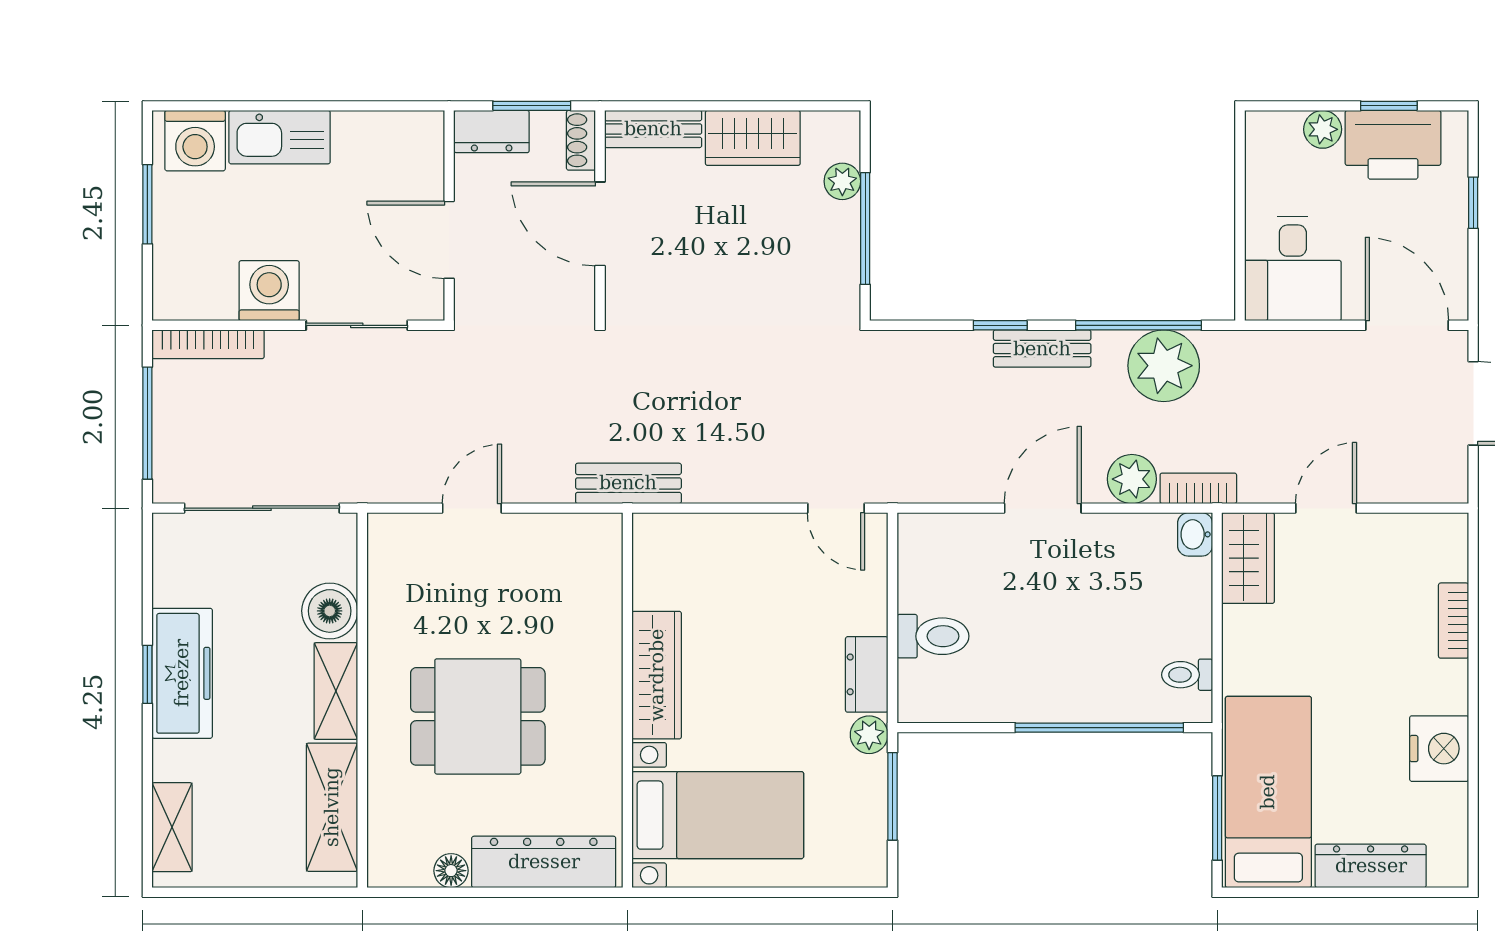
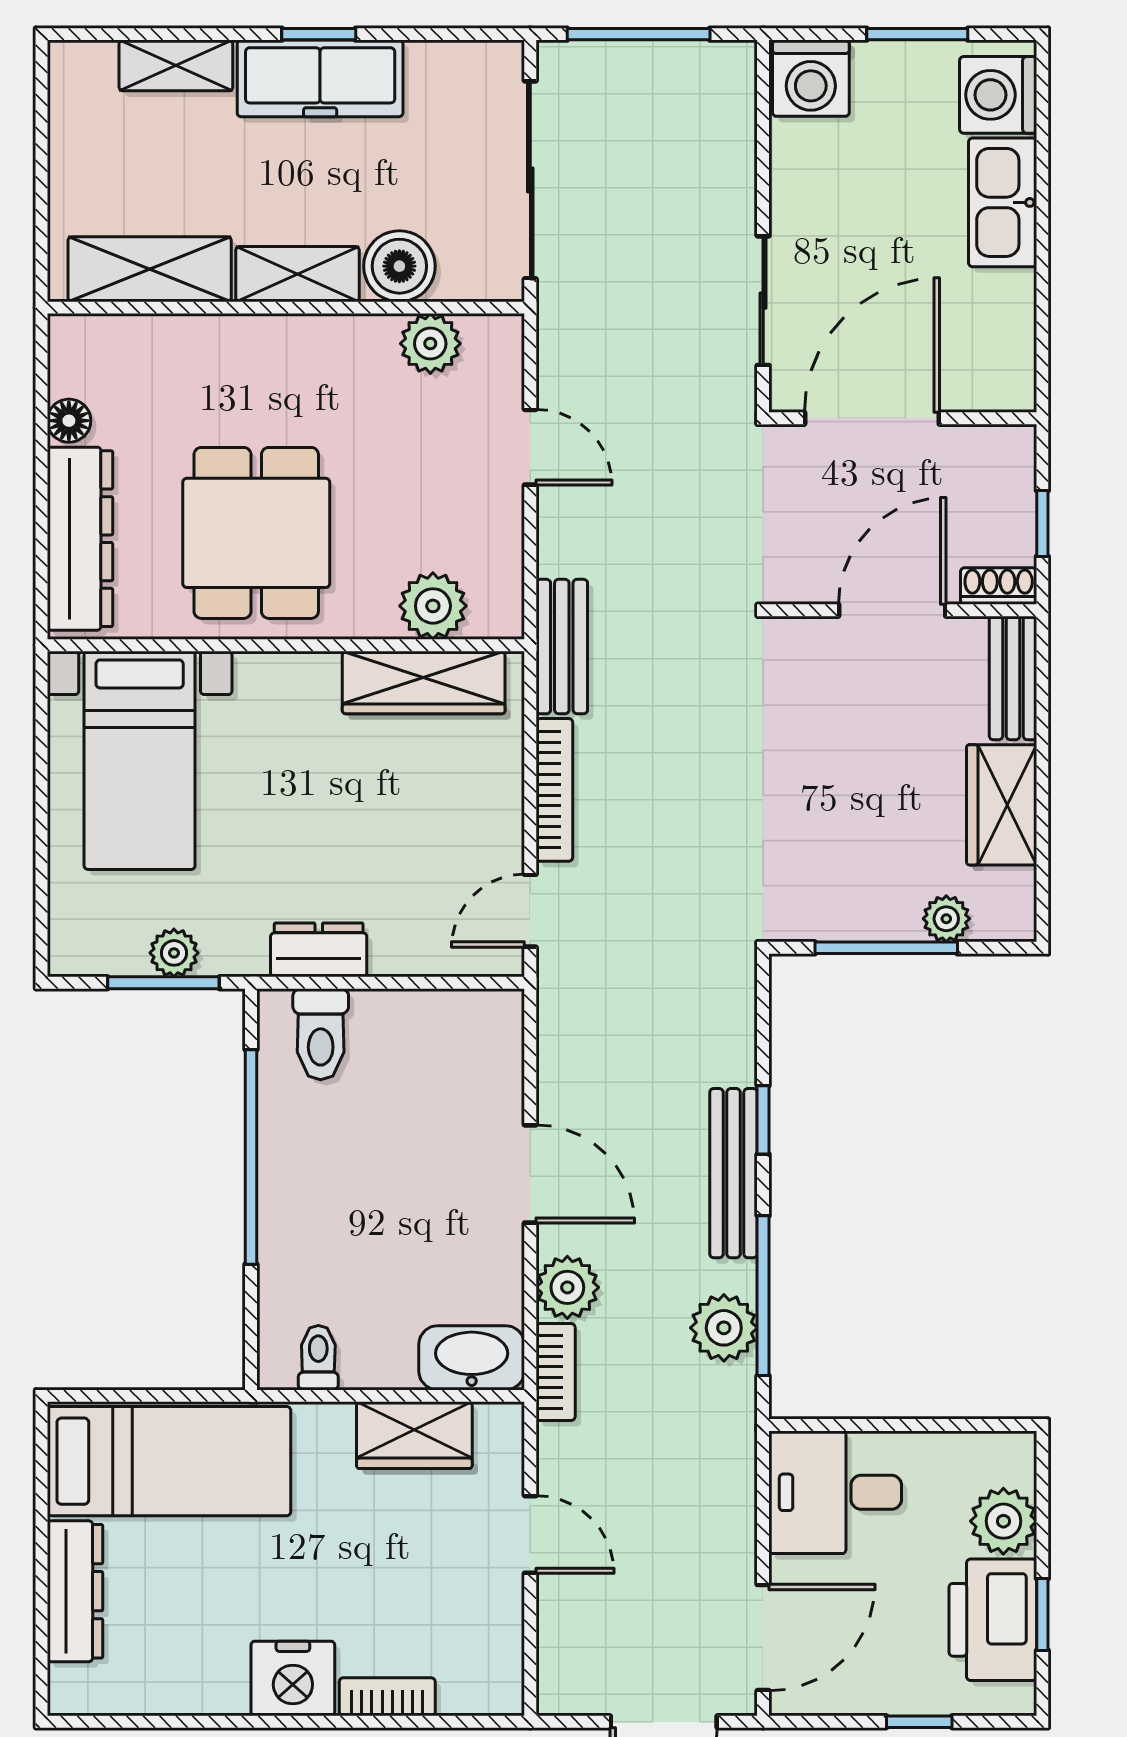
window: (532, 106) -> (1042, 523), width x0.67
plant: (1323, 129) -> (1003, 1521), width x1.38, depth x1.38
dresser: (492, 132) -> (1010, 472), removed
door: (449, 240) -> (872, 418), width x1.36
washing machine: (269, 291) -> (811, 78), moved, turned 90
bookcase: (208, 344) -> (554, 790), moved, turned 180
bench: (1042, 349) -> (734, 1173), width x1.36
plant: (1164, 366) -> (724, 1328), width x0.73, depth x0.73
washbasin: (1195, 534) -> (472, 1358), width x1.91, depth x1.45
wardrobe: (1248, 558) -> (414, 1435), moved
plant: (597, 585) -> (433, 606), added
plant: (390, 587) -> (430, 344), added
toilet: (933, 636) -> (321, 1034), moved
wardrobe: (657, 675) -> (424, 682), moved
dining table: (478, 716) -> (256, 533), moved
window: (1099, 728) -> (251, 1157), moved
plant: (869, 735) -> (174, 953), moved
nightstand: (1439, 749) -> (293, 1679), moved
window: (1217, 818) -> (136, 1396), removed
shelving: (172, 827) -> (176, 65), moved

